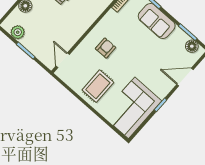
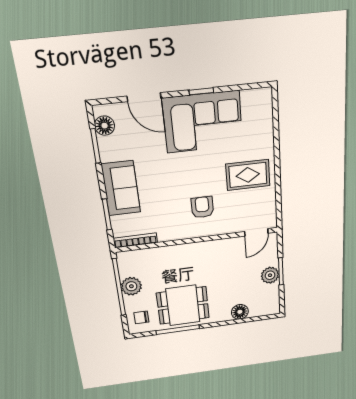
plant: (18, 32) -> (270, 275), moved
armchair: (106, 48) -> (202, 207), turned 90
corner sofa: (132, 108) -> (203, 122), moved

